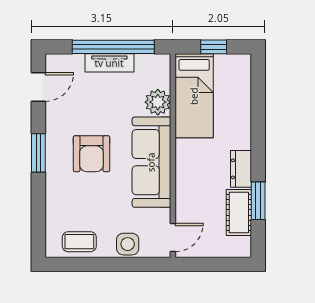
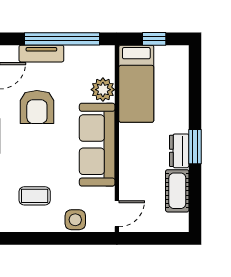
tv unit: (109, 63) -> (41, 54), moved
armchair: (92, 154) -> (37, 107), moved
window: (258, 201) -> (195, 147), moved
coffee table: (79, 242) -> (35, 196), moved

